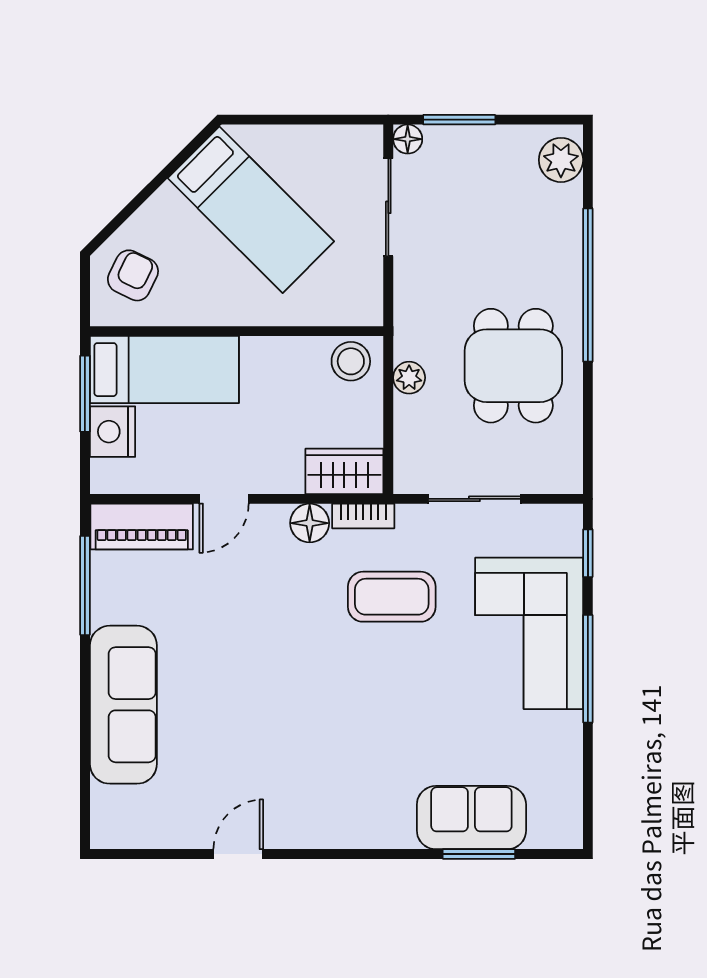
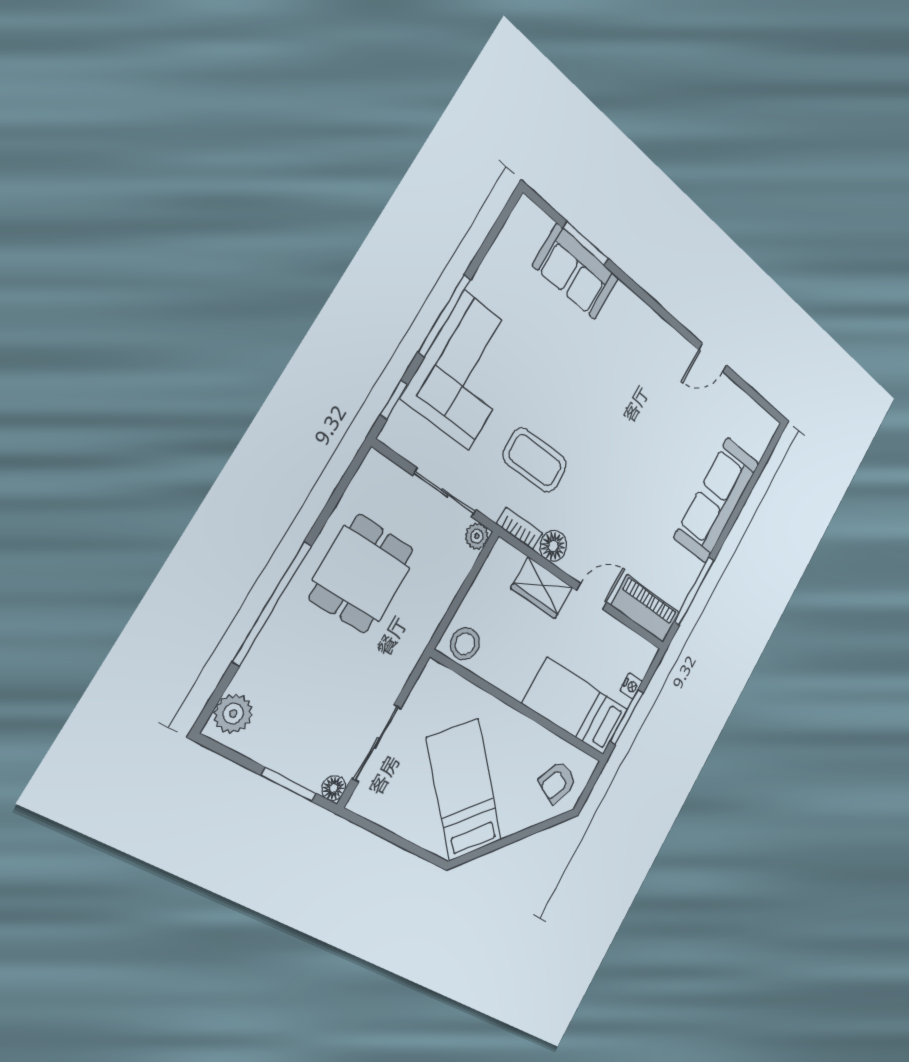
plant: (409, 378) -> (477, 536), moved
nightstand: (112, 432) -> (631, 686), width x0.53, depth x0.56
wardrobe: (344, 471) -> (542, 588), moved

